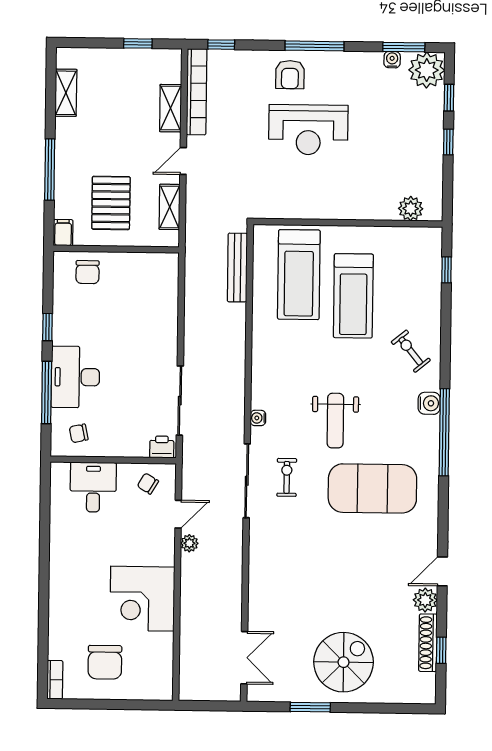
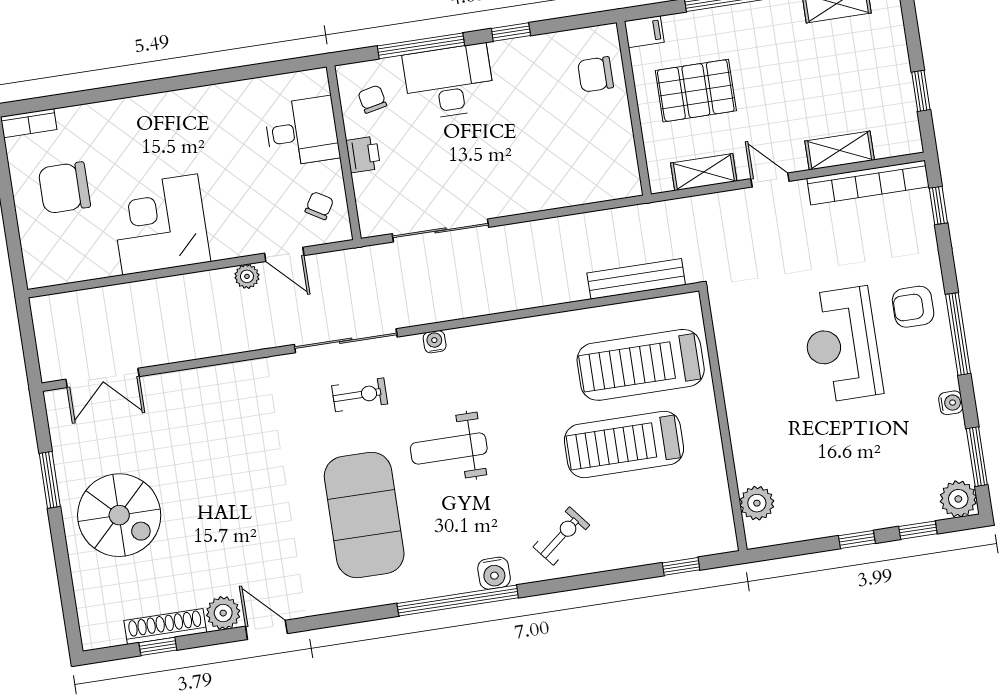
water cooler: (392, 60) -> (951, 403), moved
plant: (427, 70) -> (958, 499), width x0.73, depth x0.73
printer: (162, 447) -> (363, 154), moved

